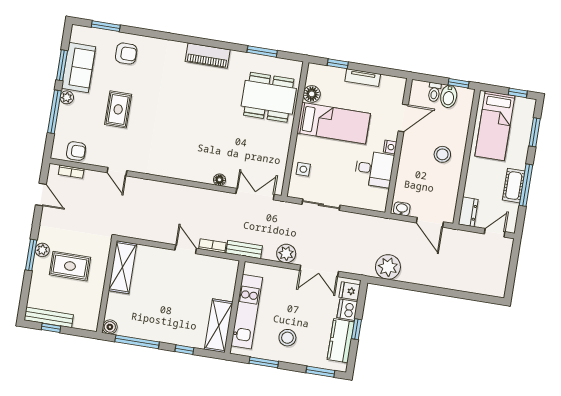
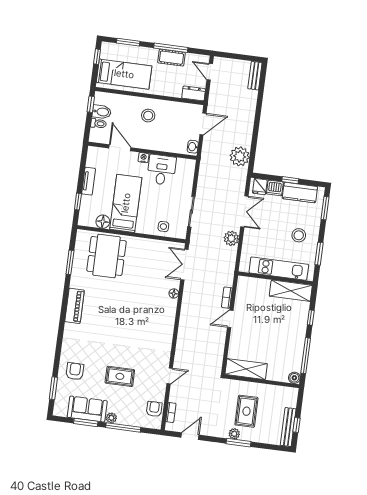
bench: (244, 249) -> (255, 76), moved

